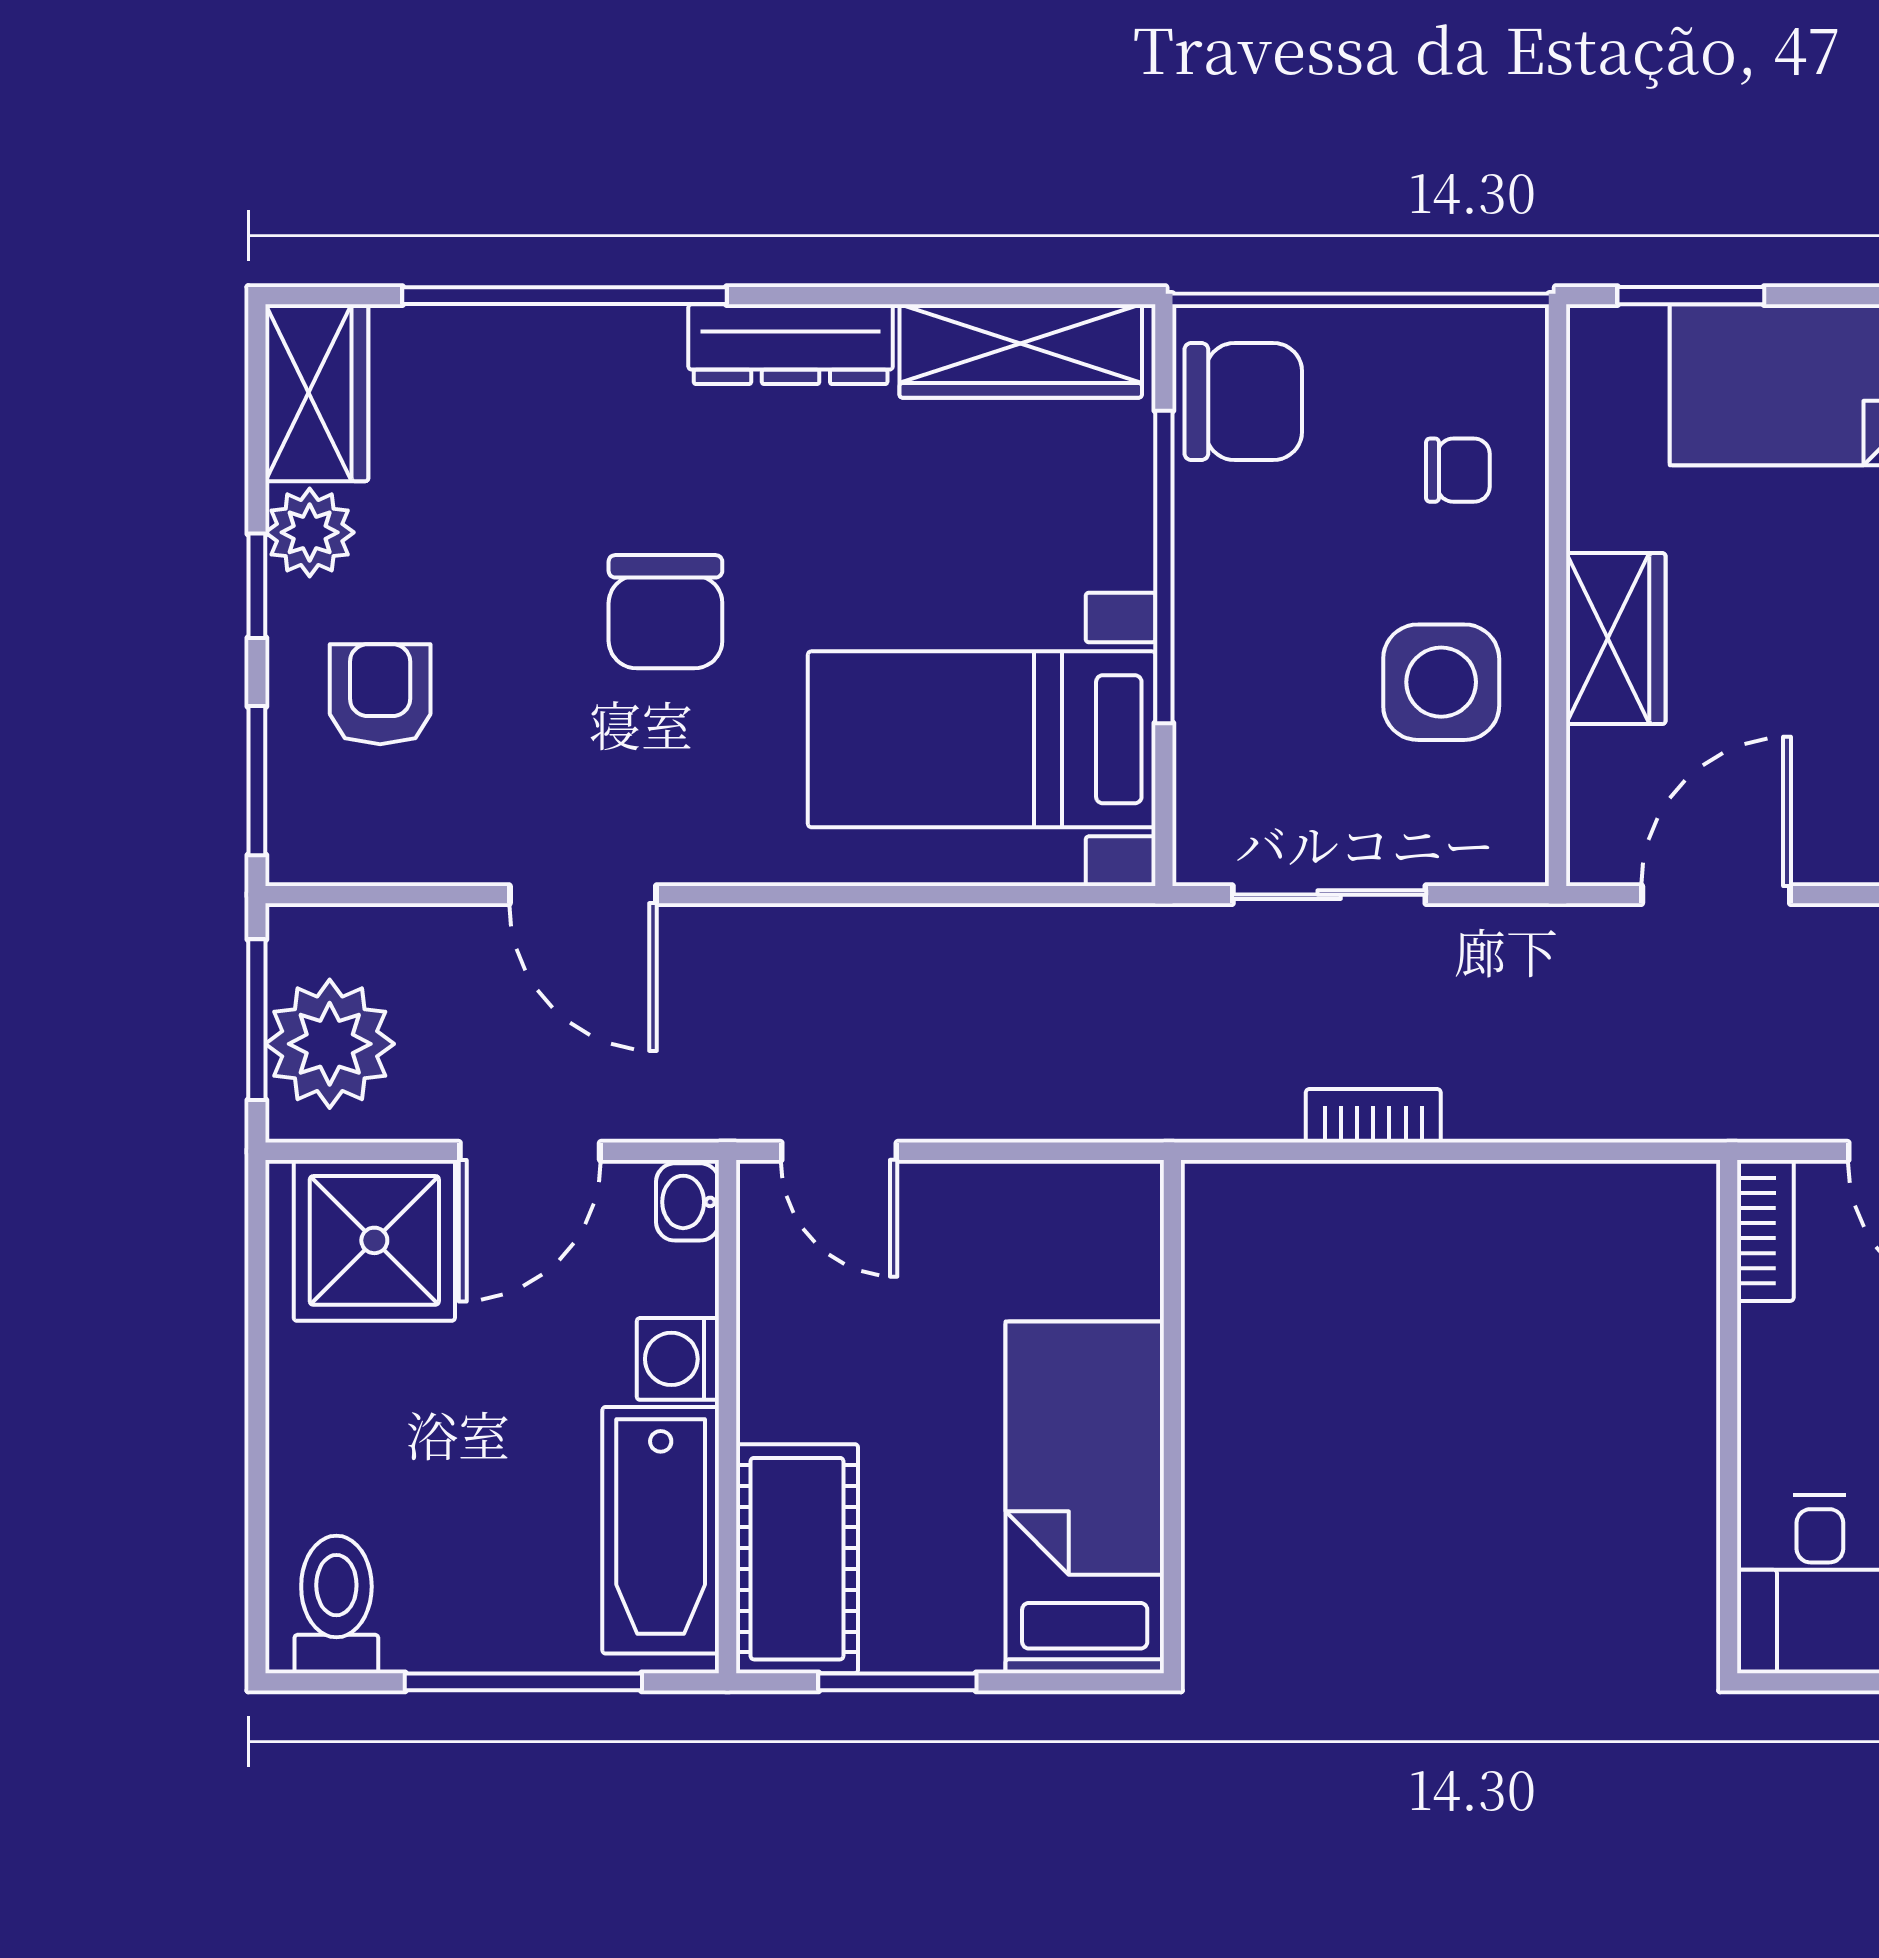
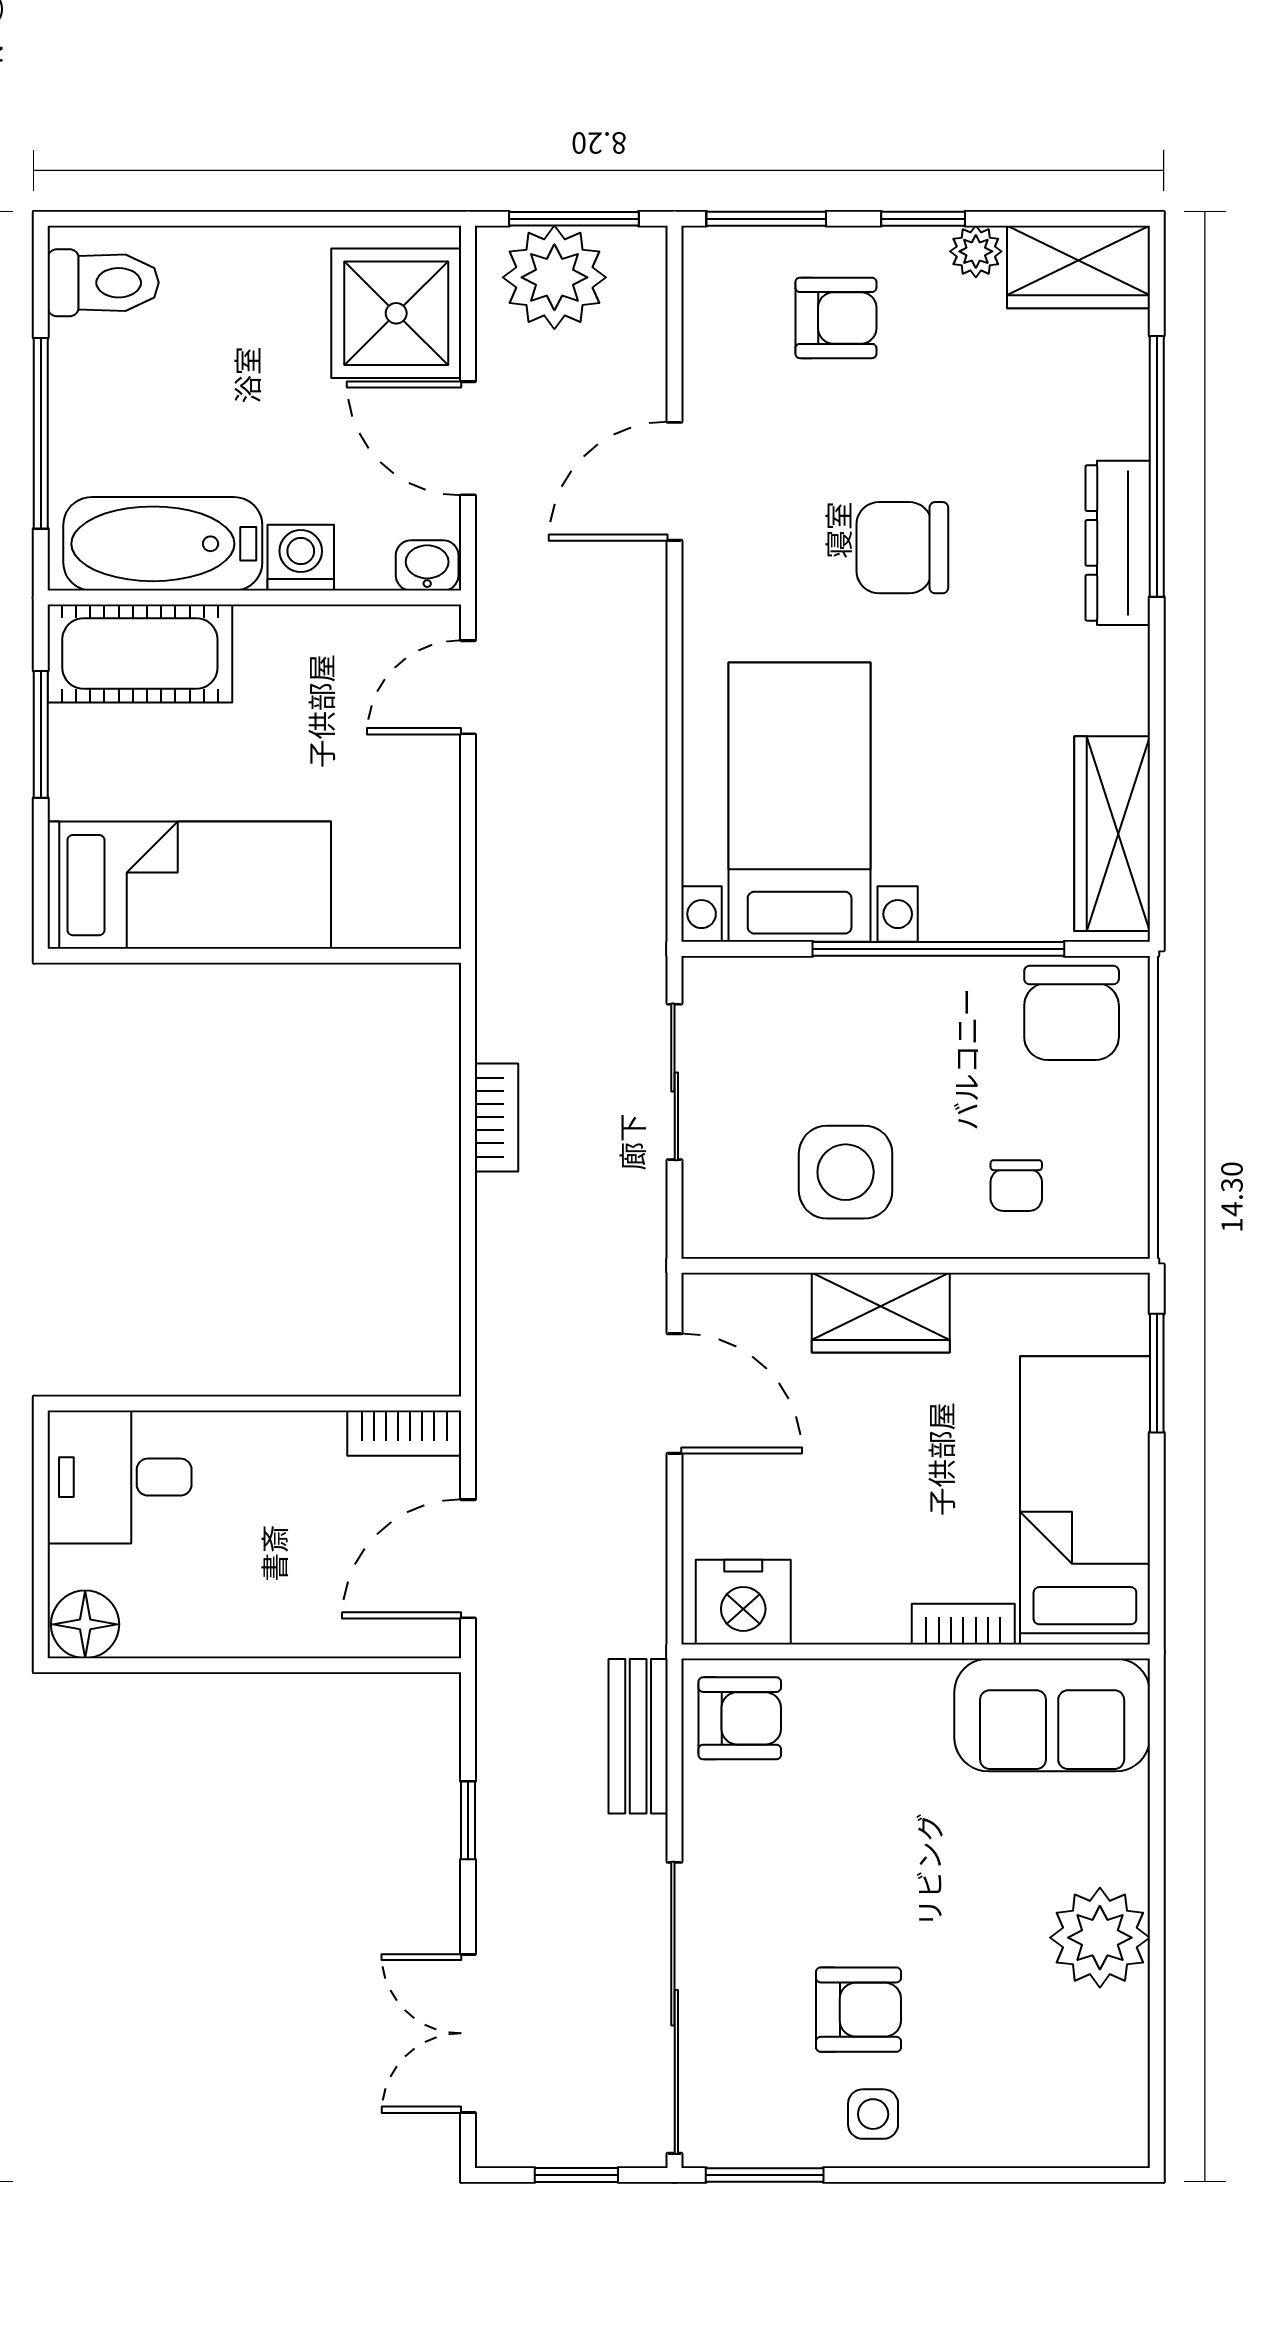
dresser: (791, 344) -> (1118, 543), moved
plant: (310, 532) -> (976, 251), width x0.73, depth x0.73

